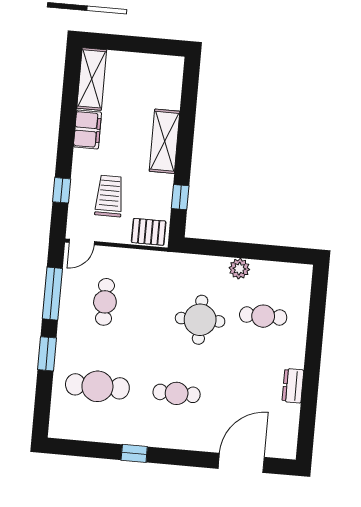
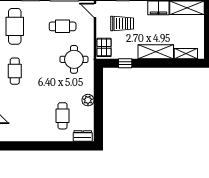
shelving: (173, 88) -> (186, 54), added
round table: (200, 320) -> (74, 59), moved
dresser: (293, 386) -> (83, 136), moved

